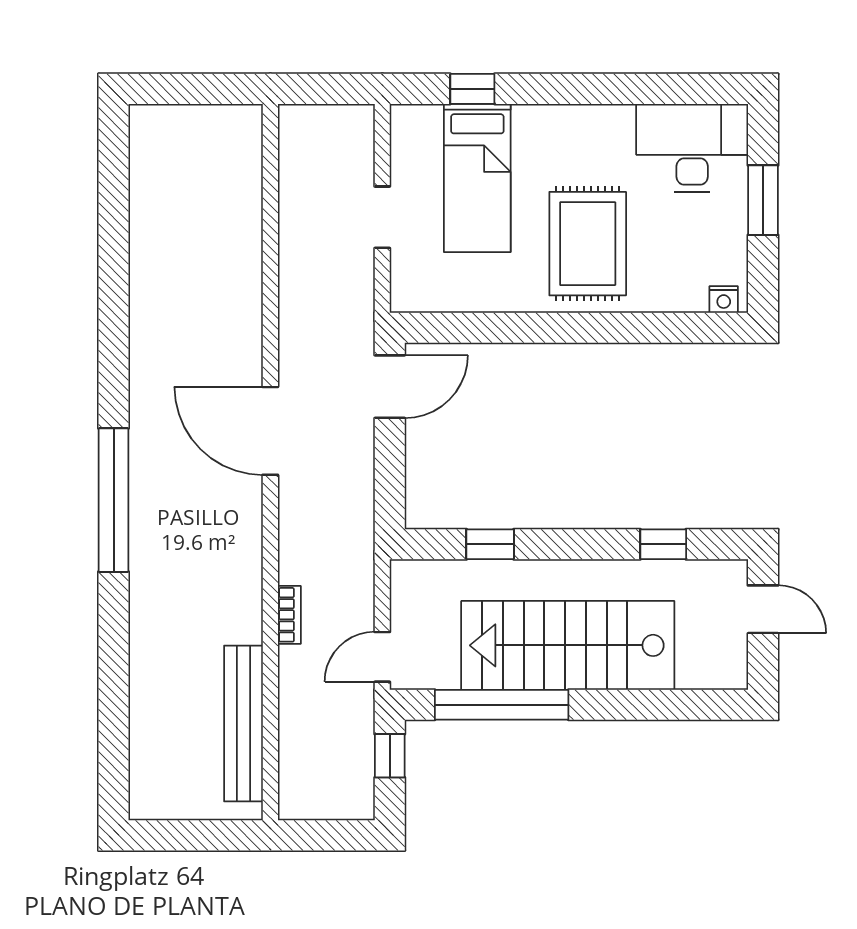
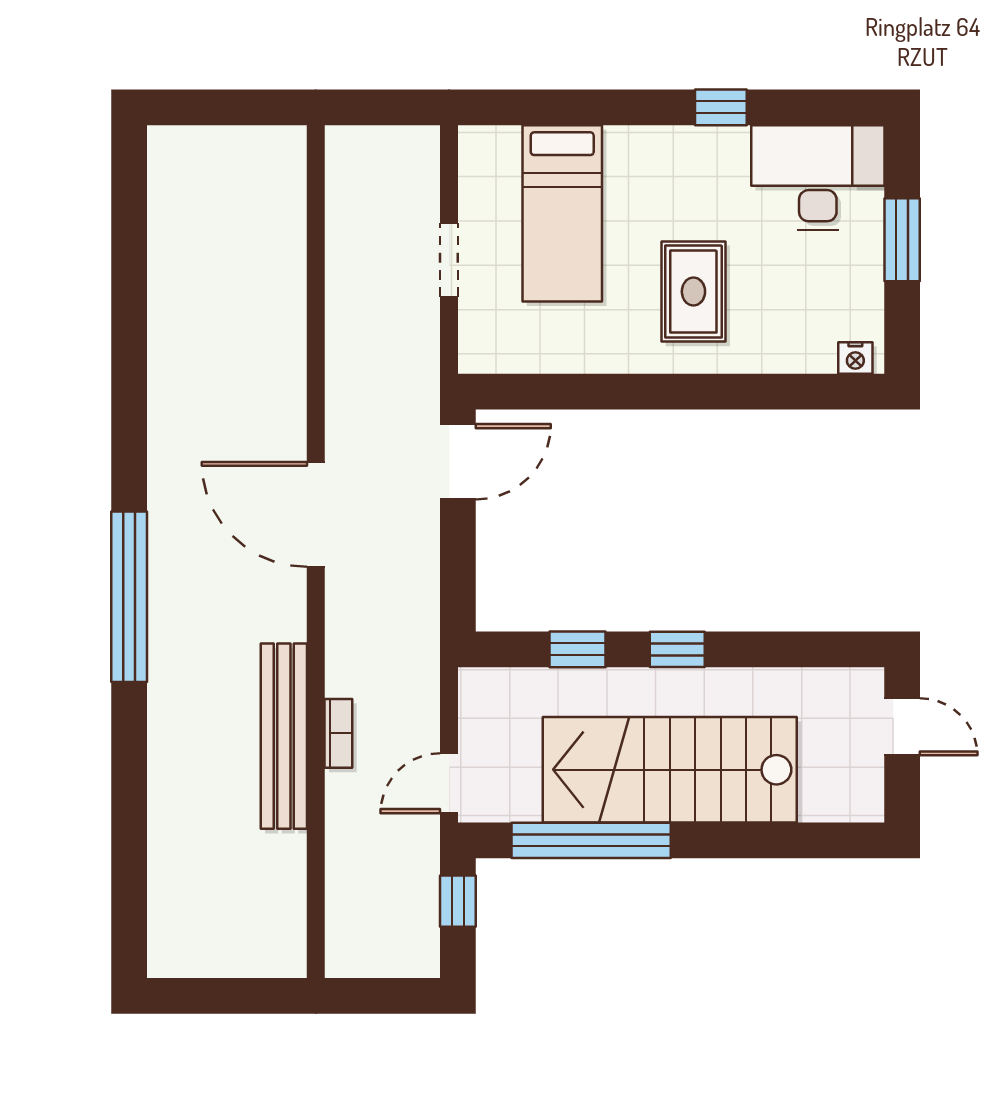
window: (472, 89) -> (721, 107), moved
rug: (588, 244) -> (693, 292), width x0.73, depth x0.70
window: (663, 544) -> (677, 649), moved
bench: (243, 724) -> (284, 736), moved

